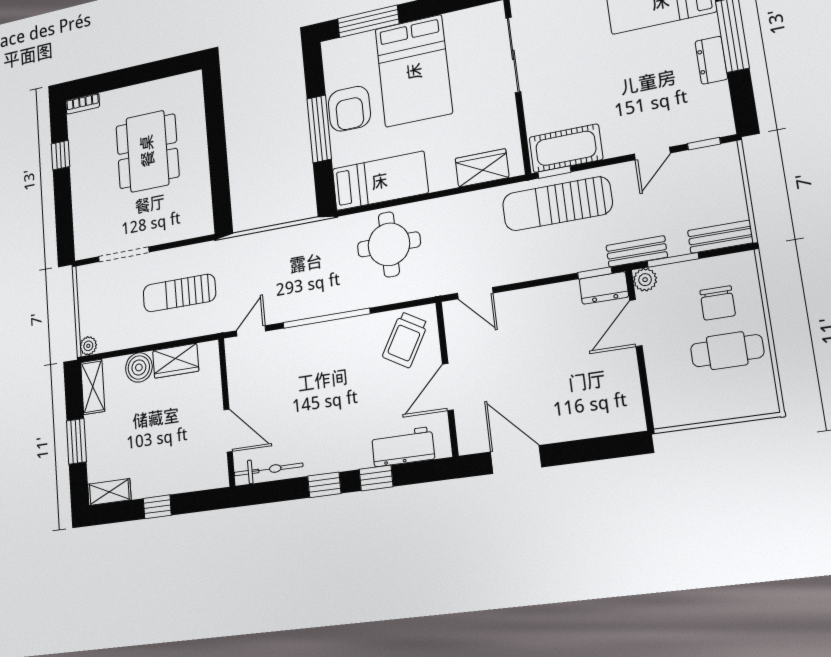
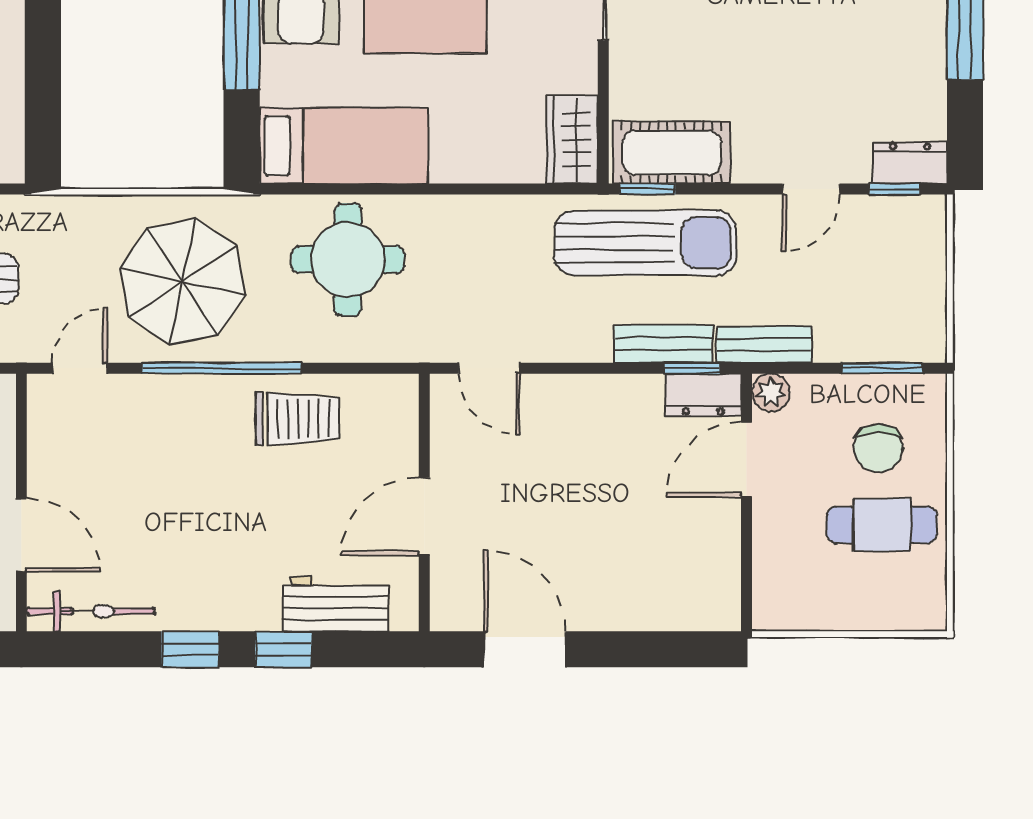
dresser: (711, 60) -> (910, 163), moved, turned 90
wardrobe: (482, 168) -> (572, 139), moved, turned -90
sun lounger: (557, 204) -> (645, 243), turned 180
bench: (720, 237) -> (664, 344), moved
window: (673, 260) -> (882, 368), moved
parasol: (301, 273) -> (182, 282), added
trolley: (405, 340) -> (298, 419), moved, turned -120

